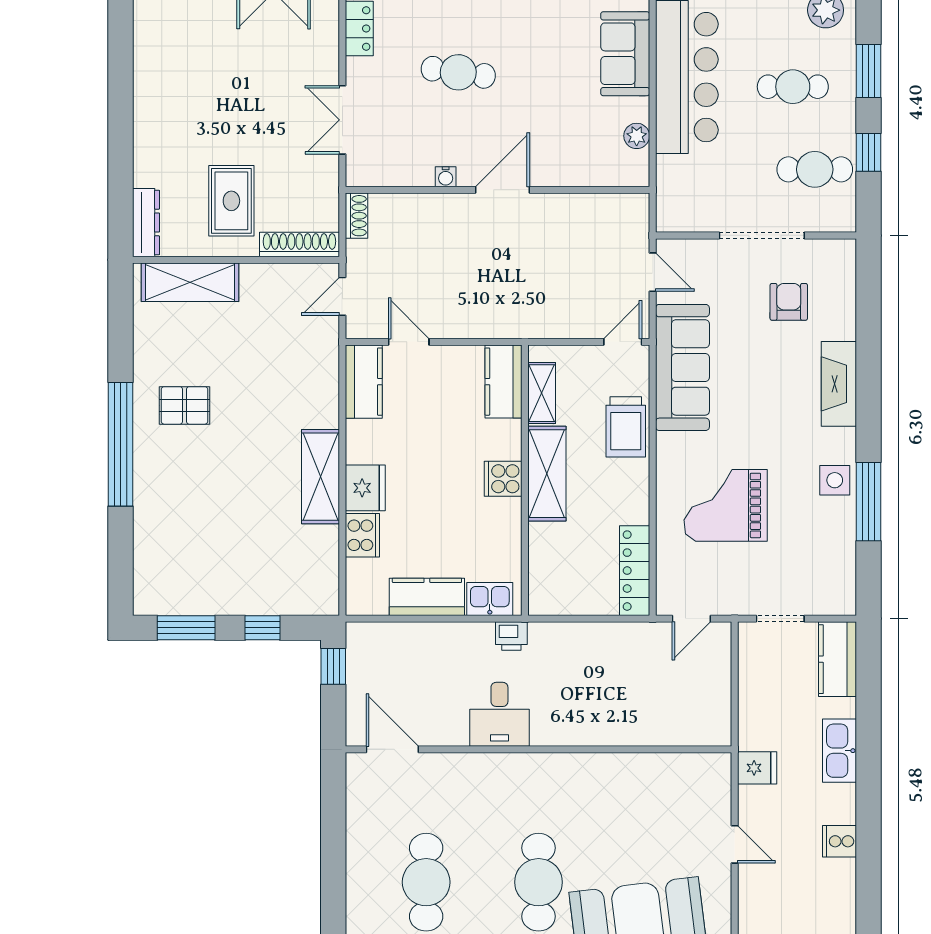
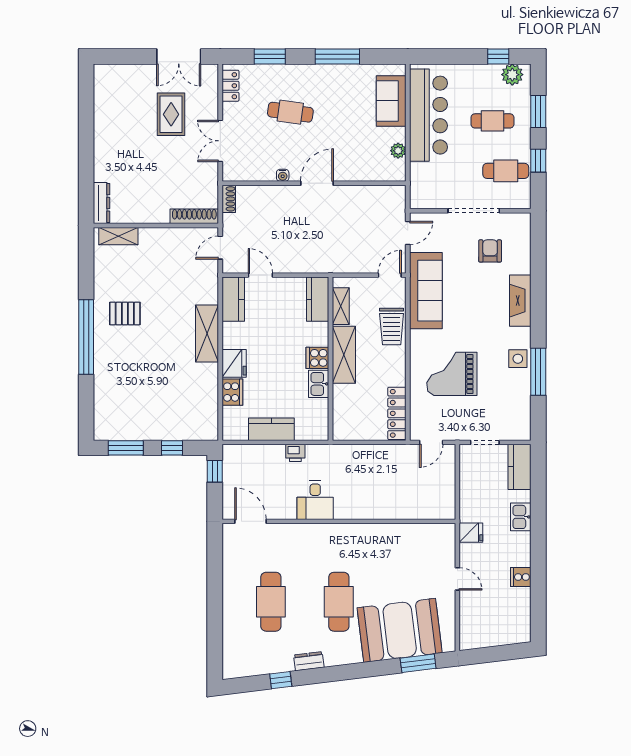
rug: (231, 201) -> (171, 114), moved
door: (653, 272) -> (408, 233), hinge flipped
shelving: (190, 282) -> (118, 236), width x0.67, depth x0.75
shelving: (320, 477) -> (207, 334), moved
kitchen sink: (490, 599) -> (319, 384), moved, turned -90
printer: (511, 636) -> (295, 453), moved
kitchen sink: (839, 751) -> (521, 517), width x0.73

